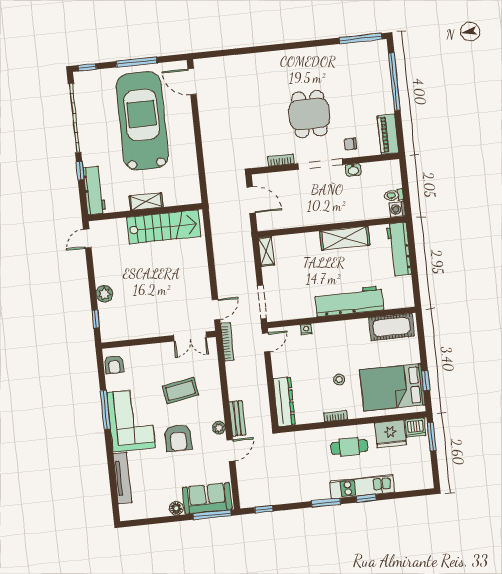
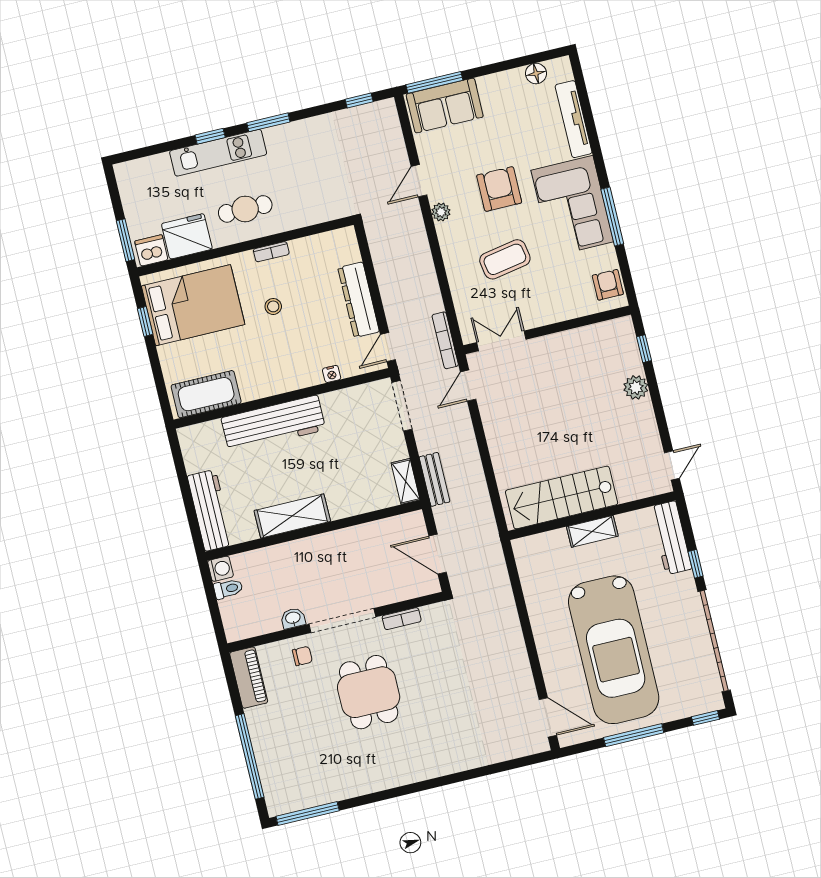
dresser: (284, 402) -> (359, 300), moved
bench: (237, 418) -> (435, 479), moved
floor lamp: (176, 508) -> (536, 73), moved

